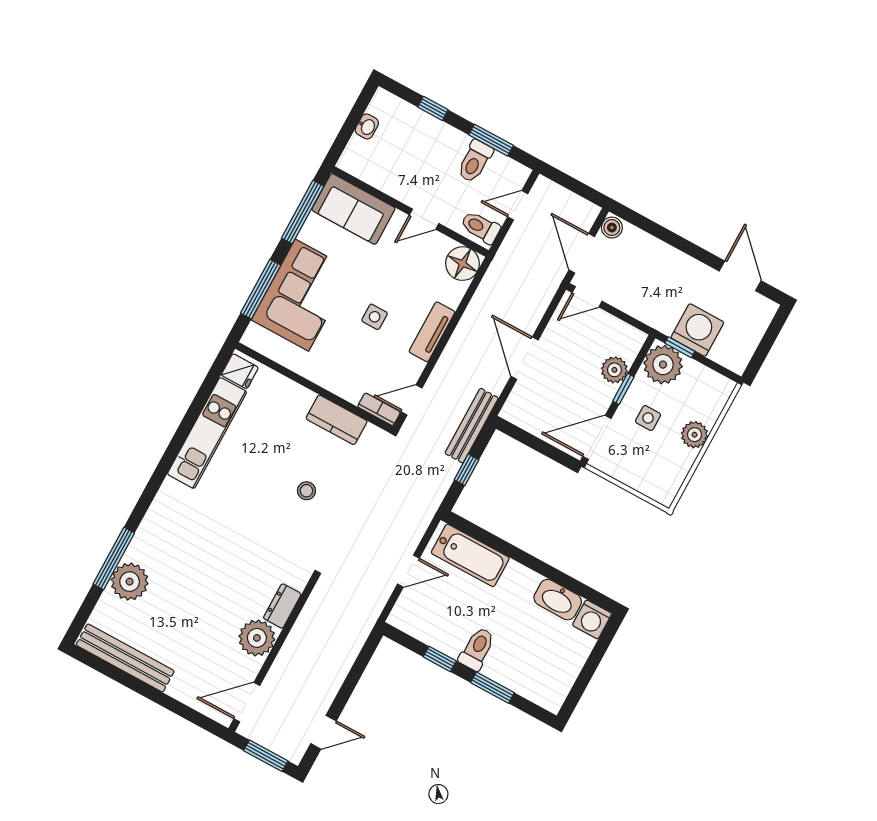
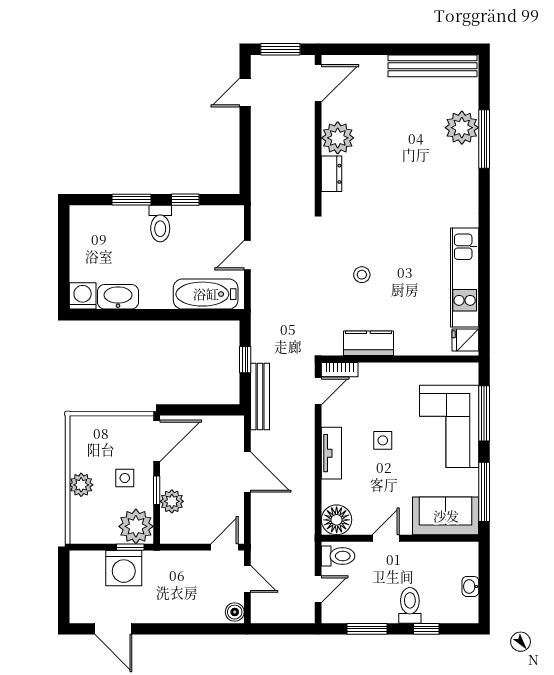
toilet: (475, 161) -> (410, 605), moved
door: (582, 253) -> (247, 579), width x0.73

